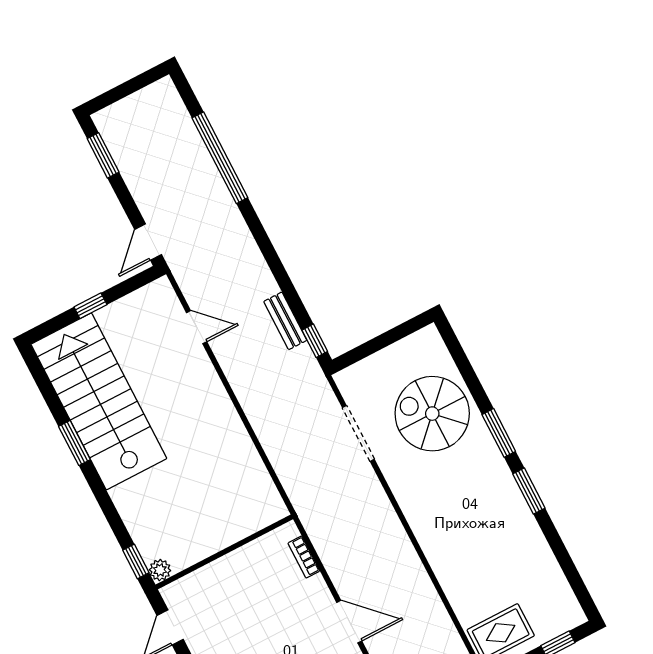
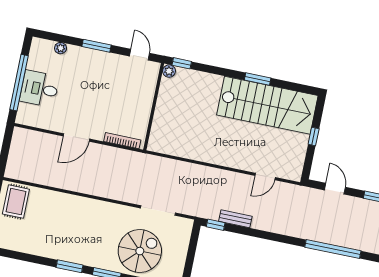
door: (148, 242) -> (335, 189), moved
bookcase: (304, 557) -> (122, 141), width x1.56

